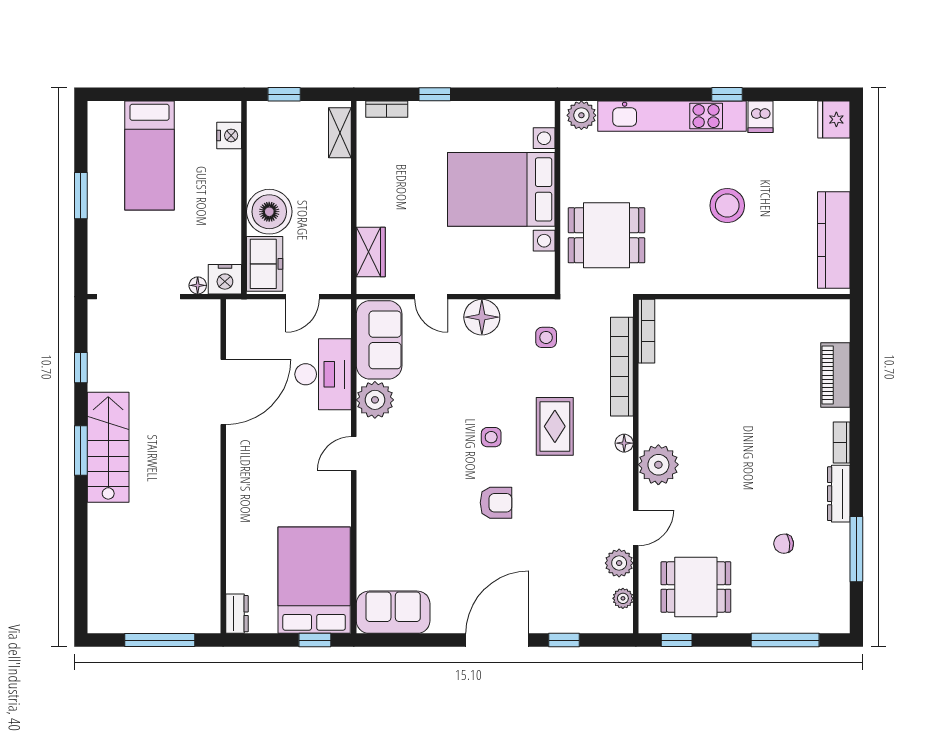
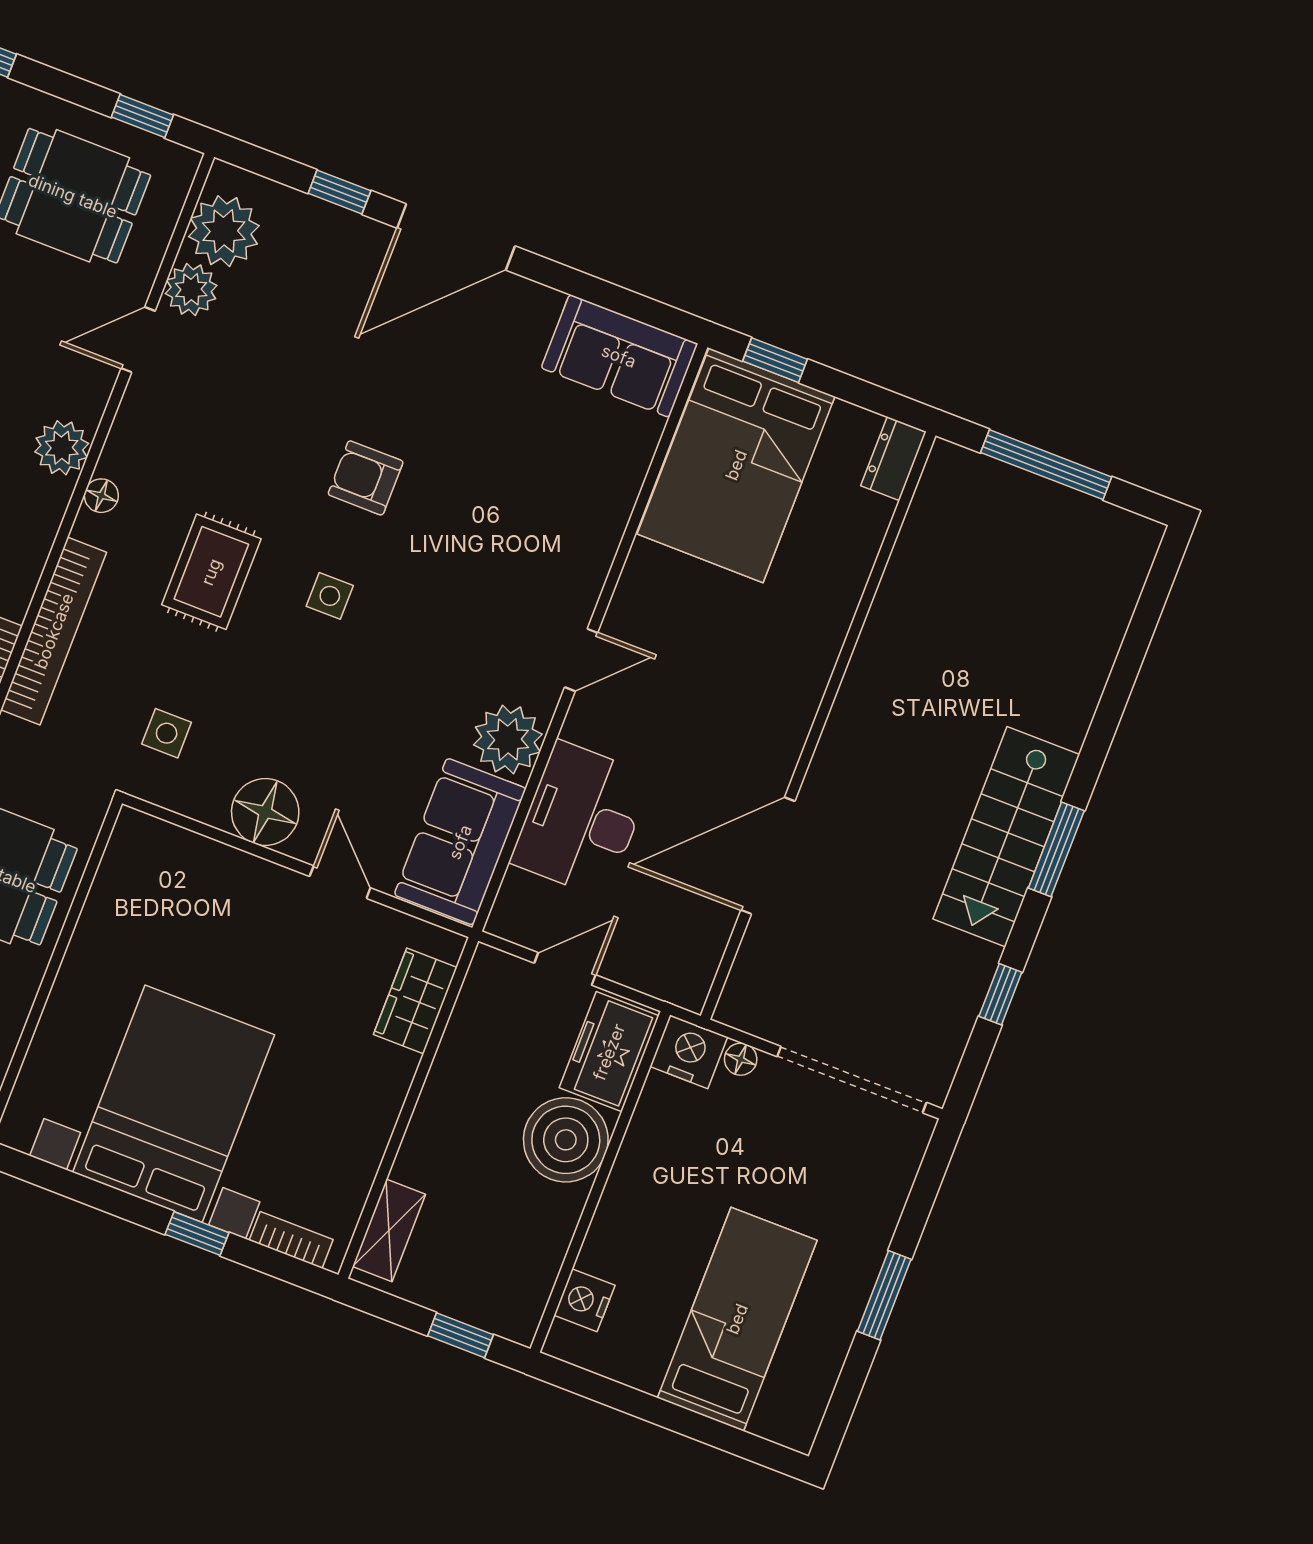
bed with nightstands: (501, 189) -> (174, 1104), moved, turned -90
plant: (658, 465) -> (62, 448), width x0.73, depth x0.73
plant: (623, 598) -> (224, 231), width x1.88, depth x1.88

